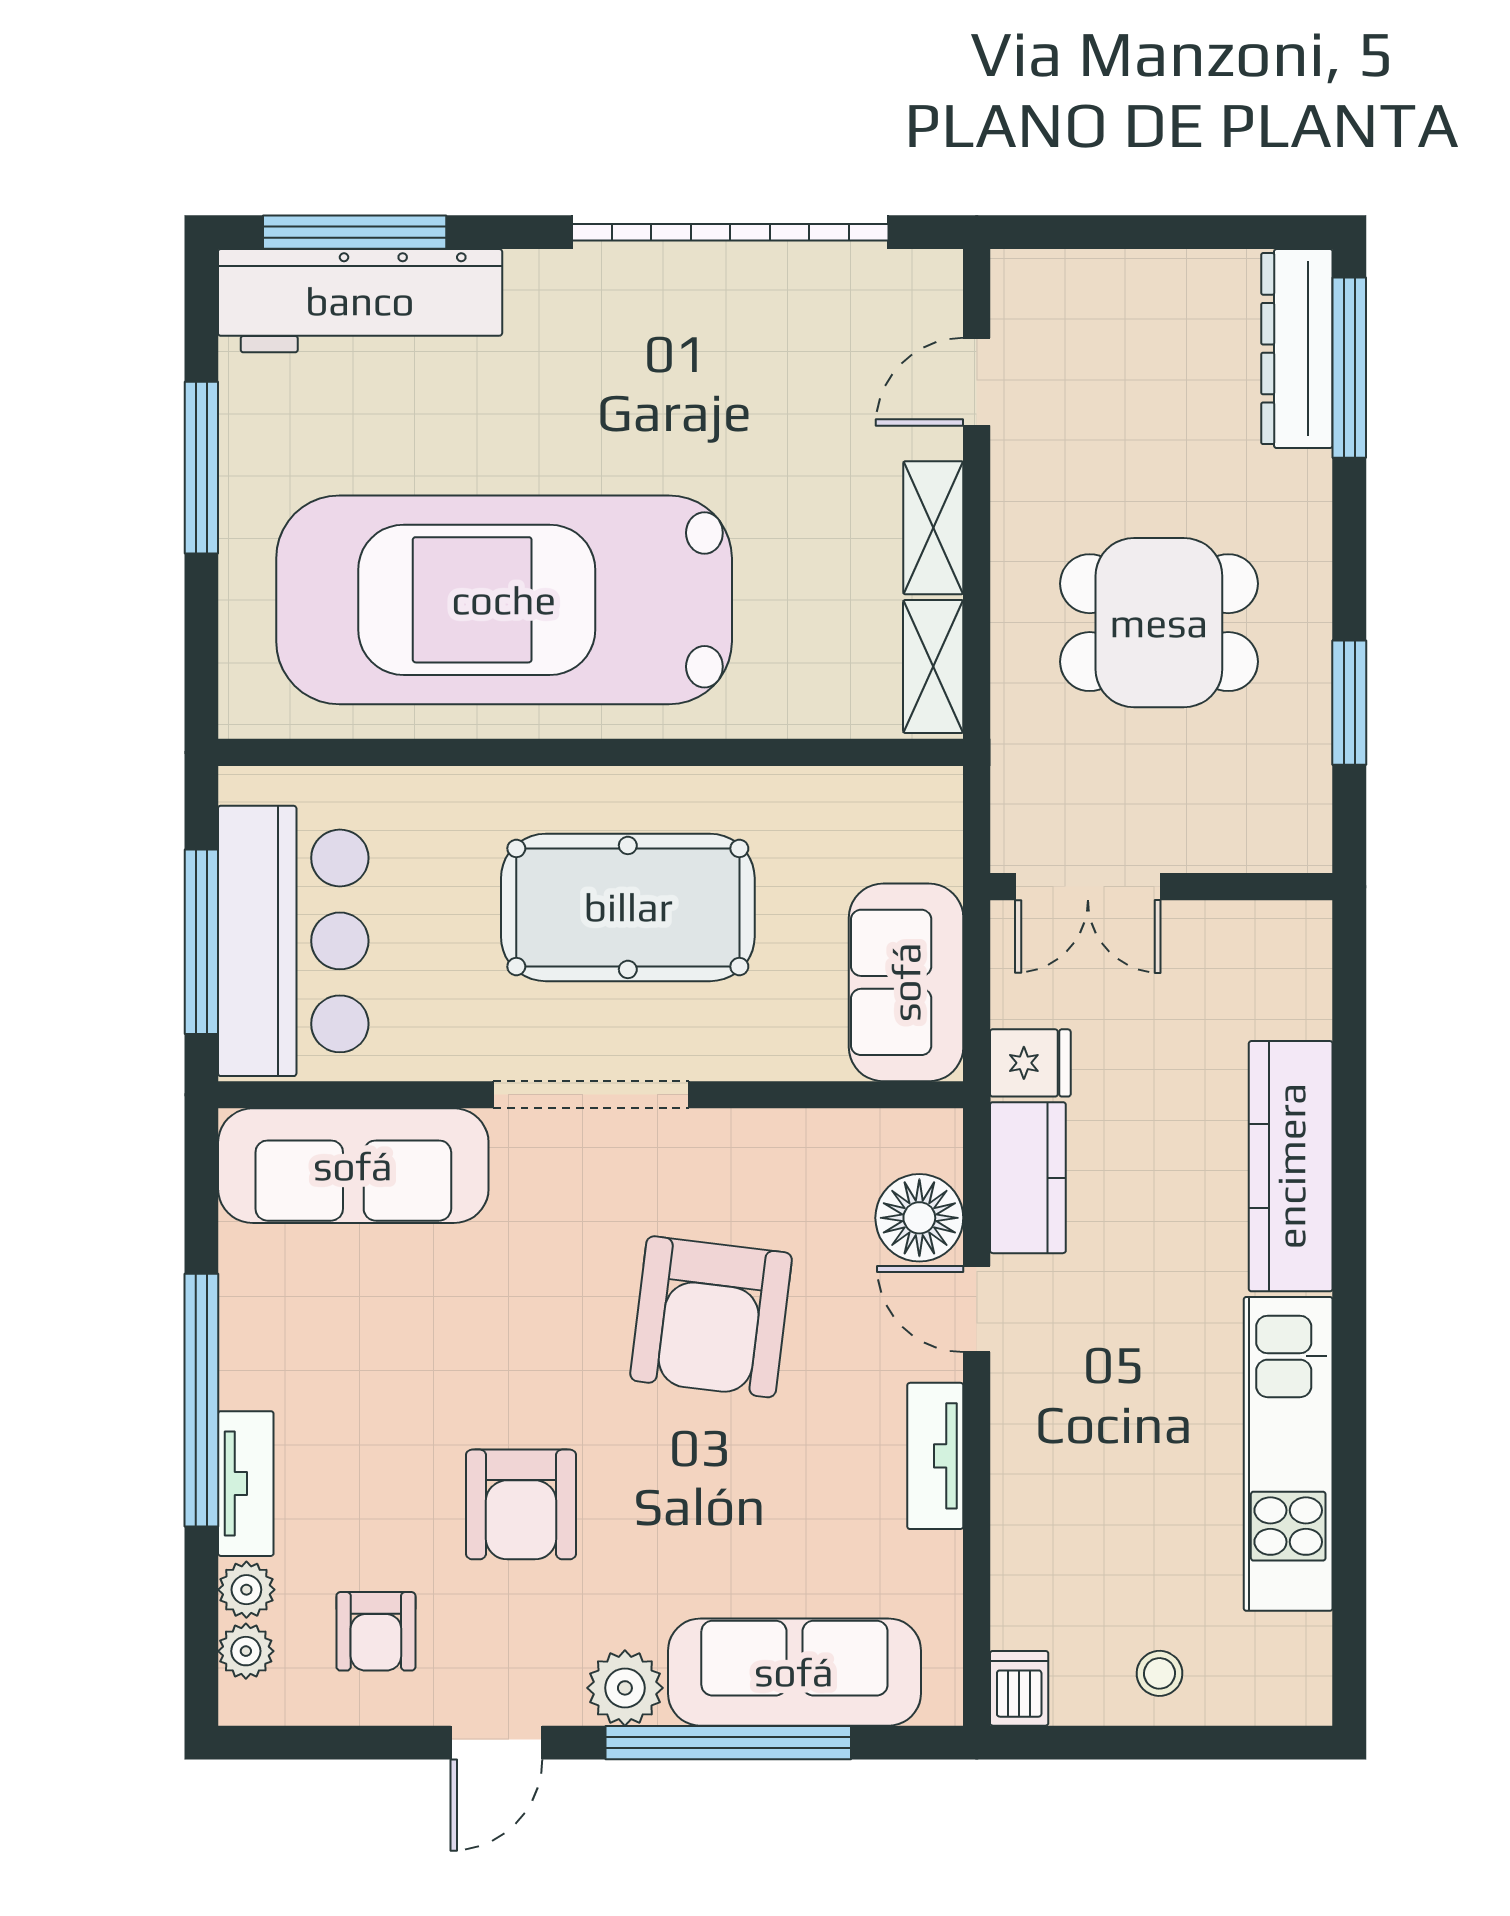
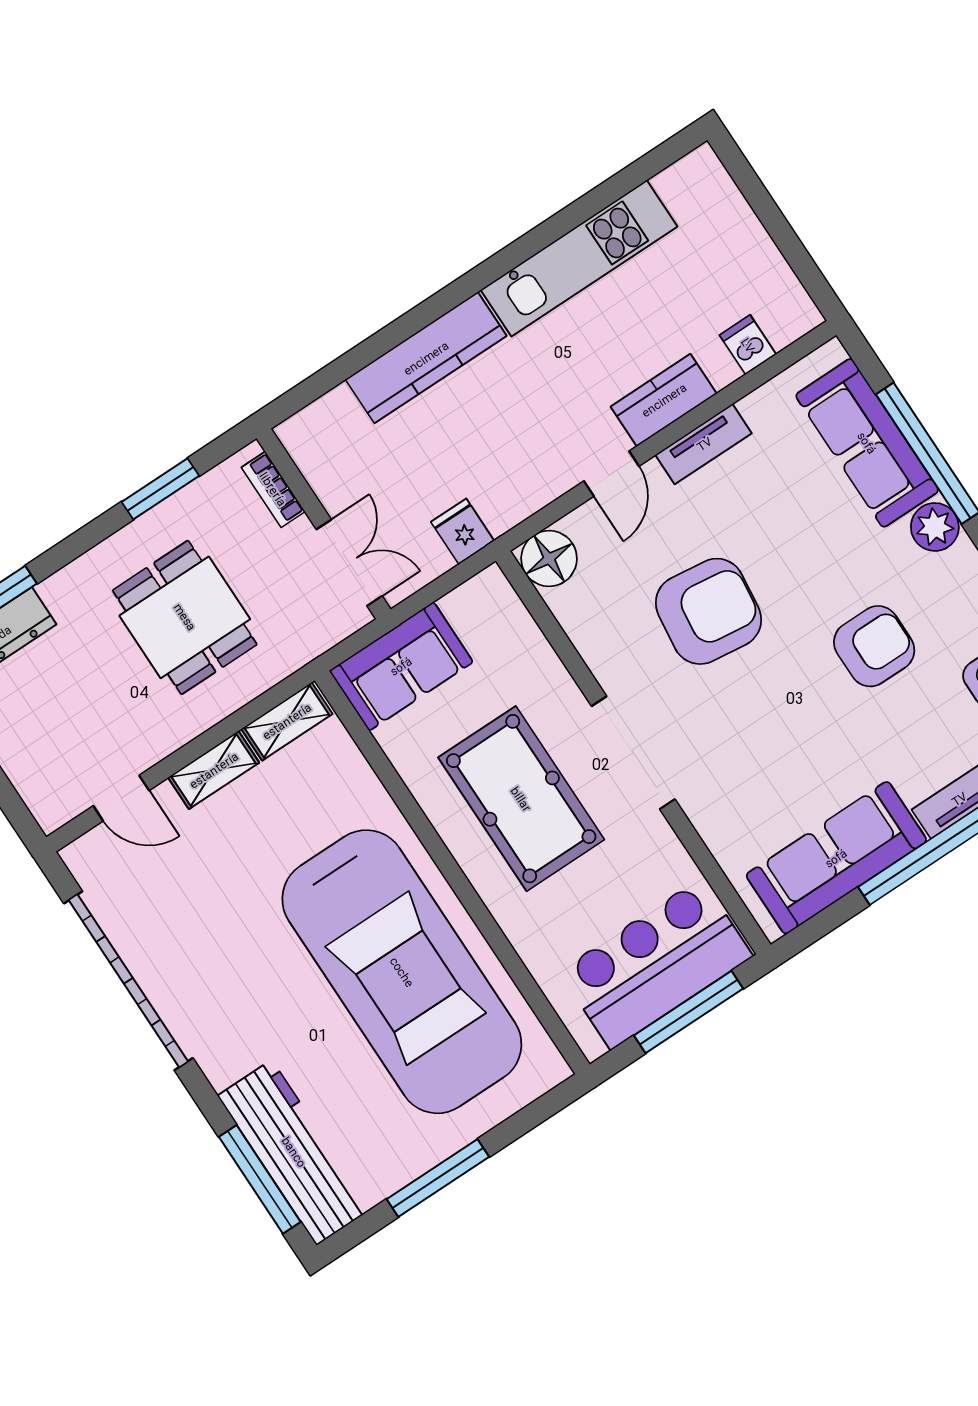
bookcase: (1250, 850) -> (273, 489), added
sofa: (906, 982) -> (401, 666), moved
sofa: (353, 1166) -> (836, 858), moved, turned -90
kitchen counter: (1028, 1178) -> (664, 400), moved
floor lamp: (919, 1218) -> (549, 559), moved
stool: (1160, 1673) -> (740, 249), removed
dishwasher: (1019, 1688) -> (748, 345), moved, turned 90

